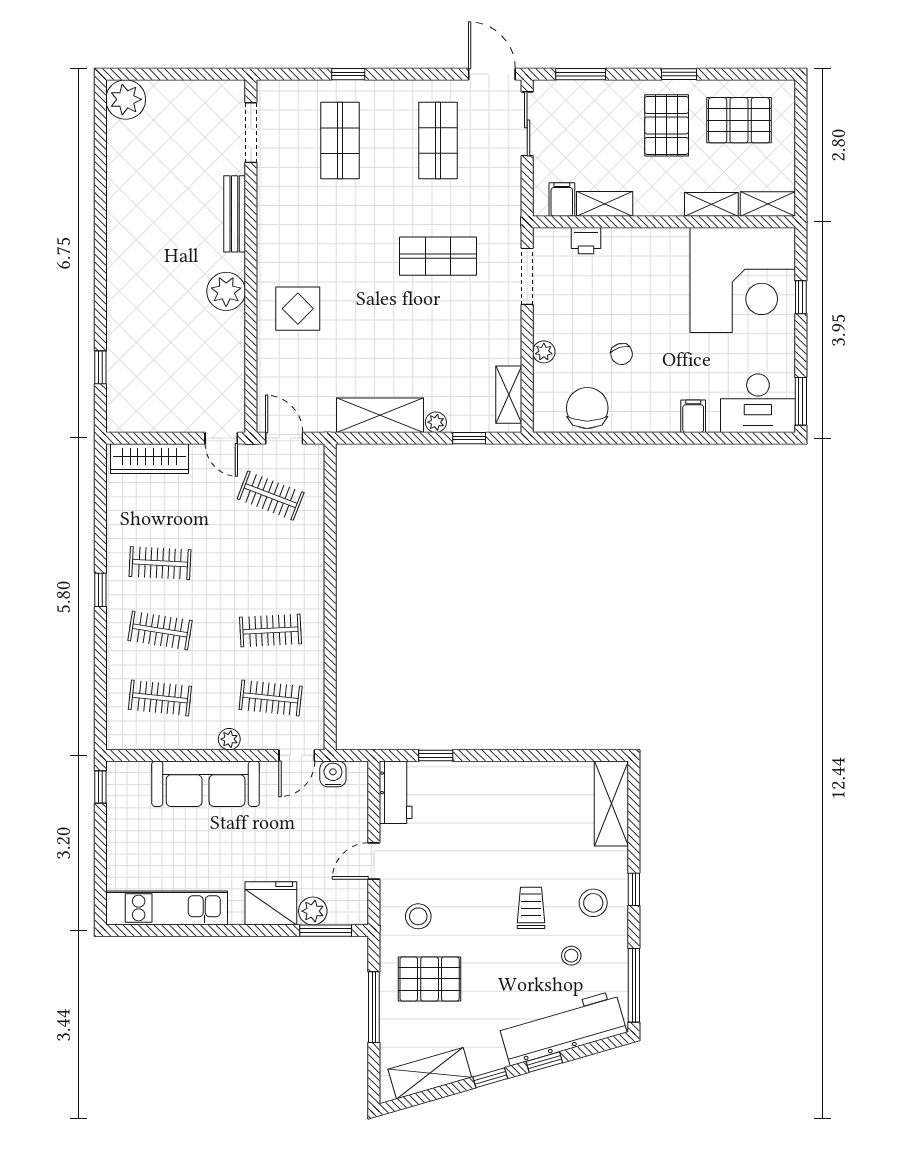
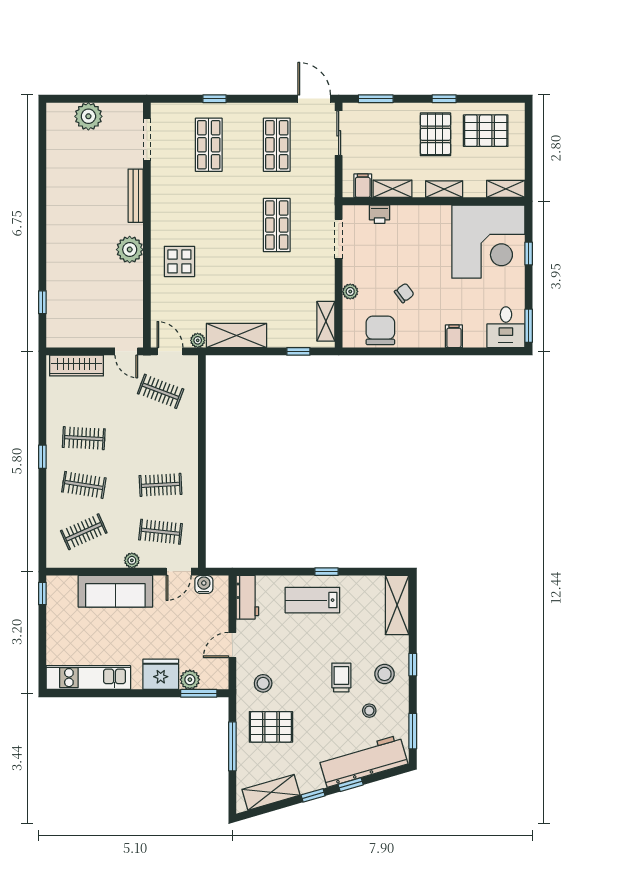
plant: (126, 99) -> (88, 116), moved
shelving: (711, 204) -> (444, 189), moved
shop shelf: (438, 256) -> (277, 225), turned 90
chair: (622, 354) -> (404, 293), turned -110
desk: (758, 403) -> (506, 327), width x0.73
plant: (436, 422) -> (198, 340), moved
clothes rail: (160, 698) -> (84, 532), turned -30
window: (436, 755) -> (327, 572), moved
lab bench: (489, 796) -> (312, 600), added
window: (634, 985) -> (413, 731), width x0.69

